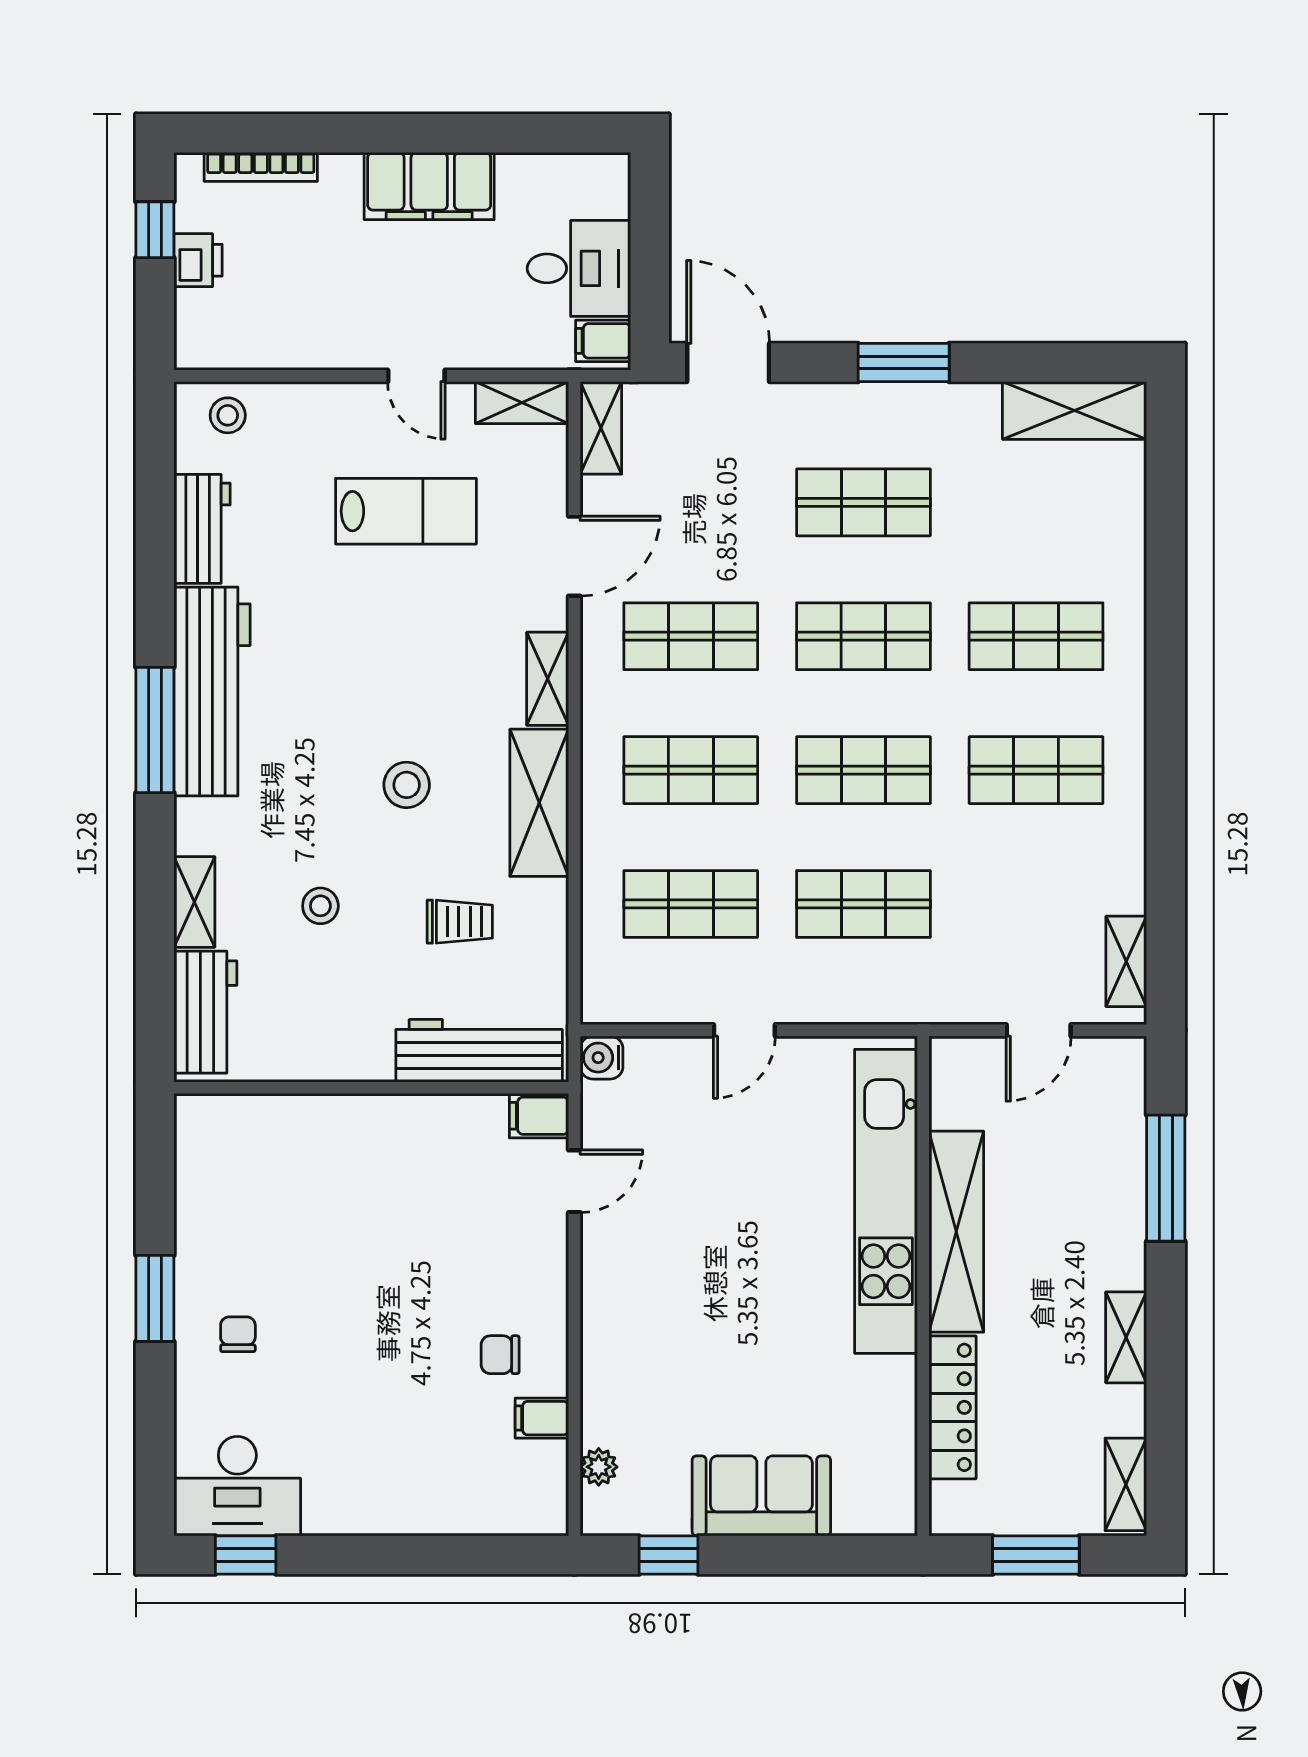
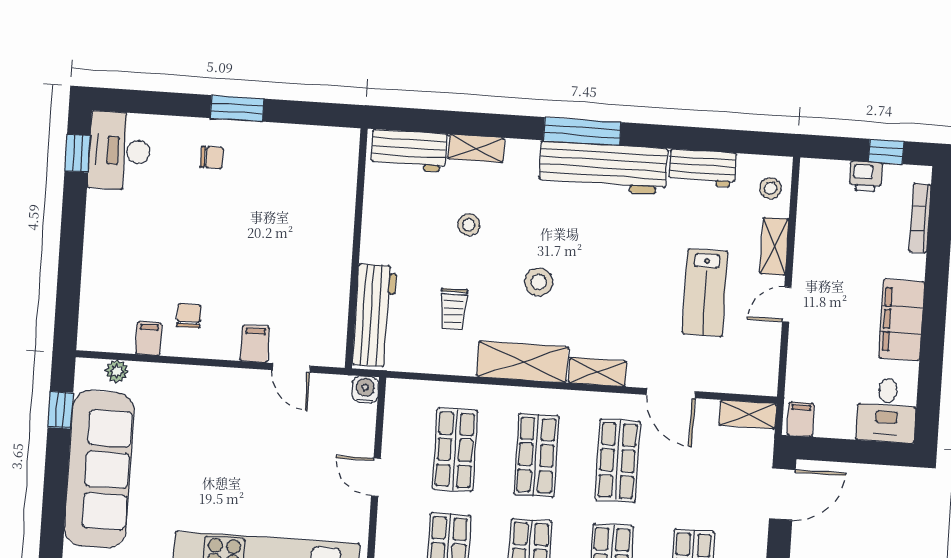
desk: (579, 268) -> (887, 410), moved
shelving: (522, 403) -> (774, 246), moved
filing cabinet: (539, 1116) -> (255, 344), moved
sofa: (761, 1496) -> (99, 469), width x1.85, depth x1.27

